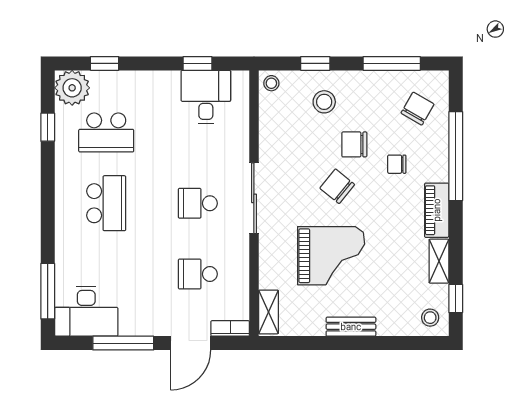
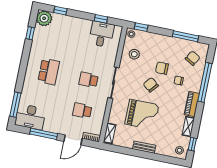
window: (315, 63) -> (141, 27), moved
stool: (324, 102) -> (134, 54), moved
school desk: (106, 132) -> (55, 41), removed

